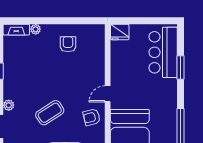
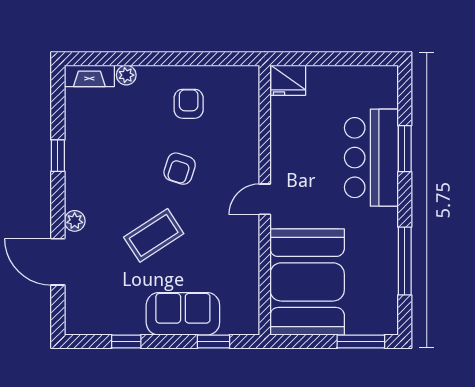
bar counter: (163, 52) -> (371, 158), moved
armchair: (92, 117) -> (180, 169), moved, turned -58

